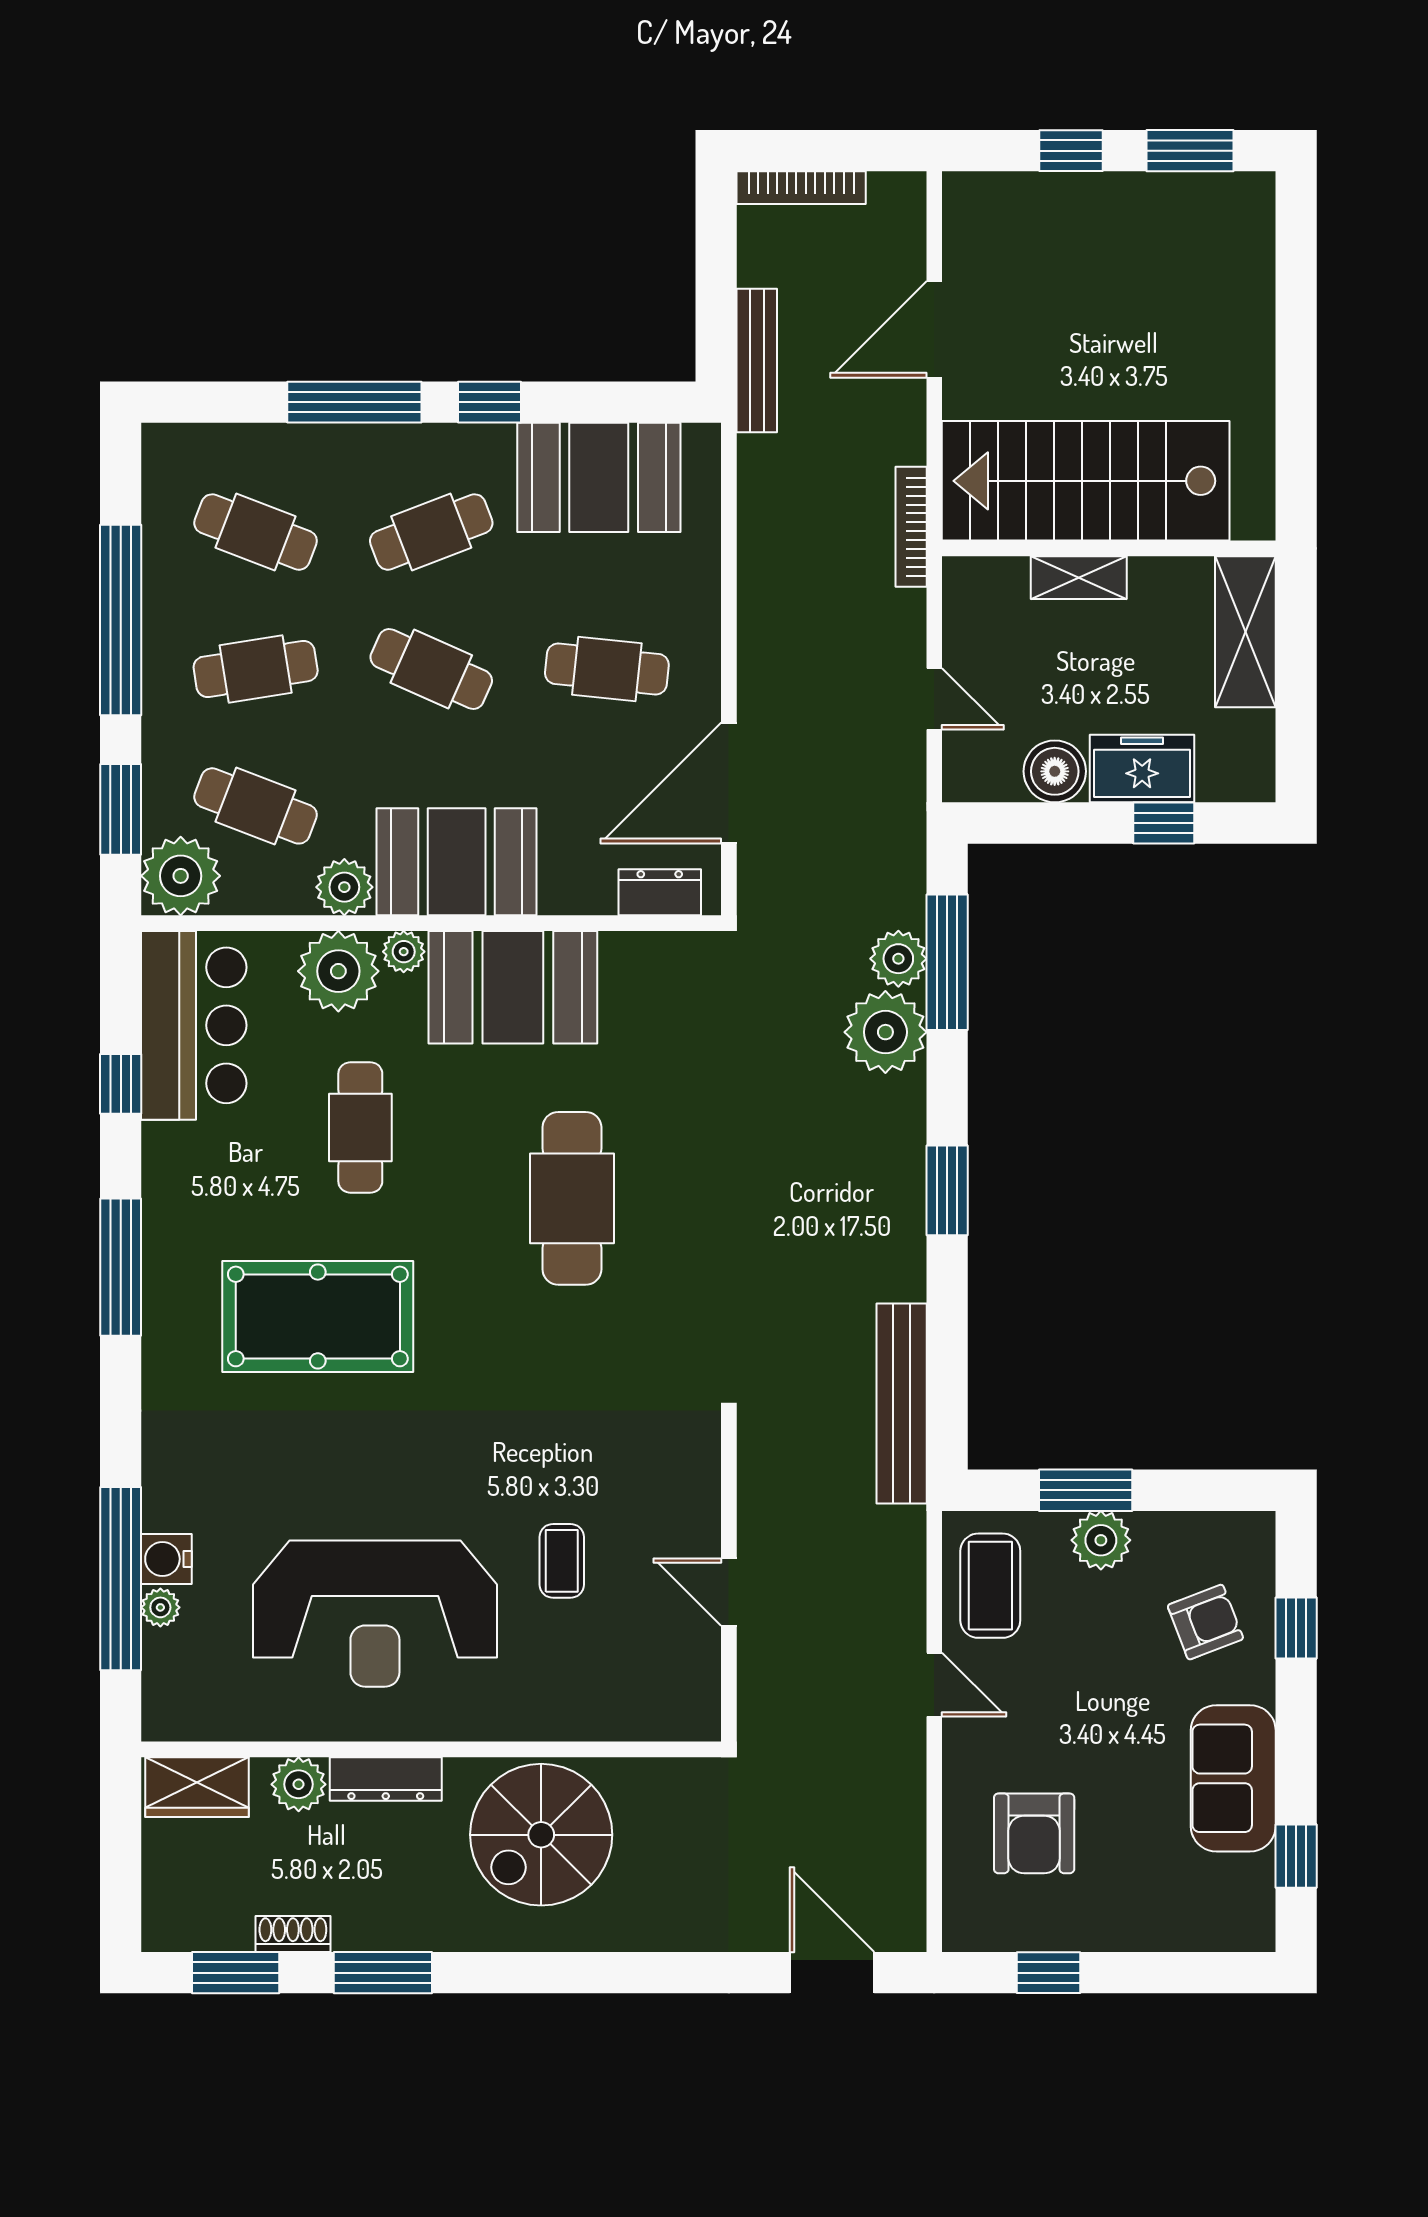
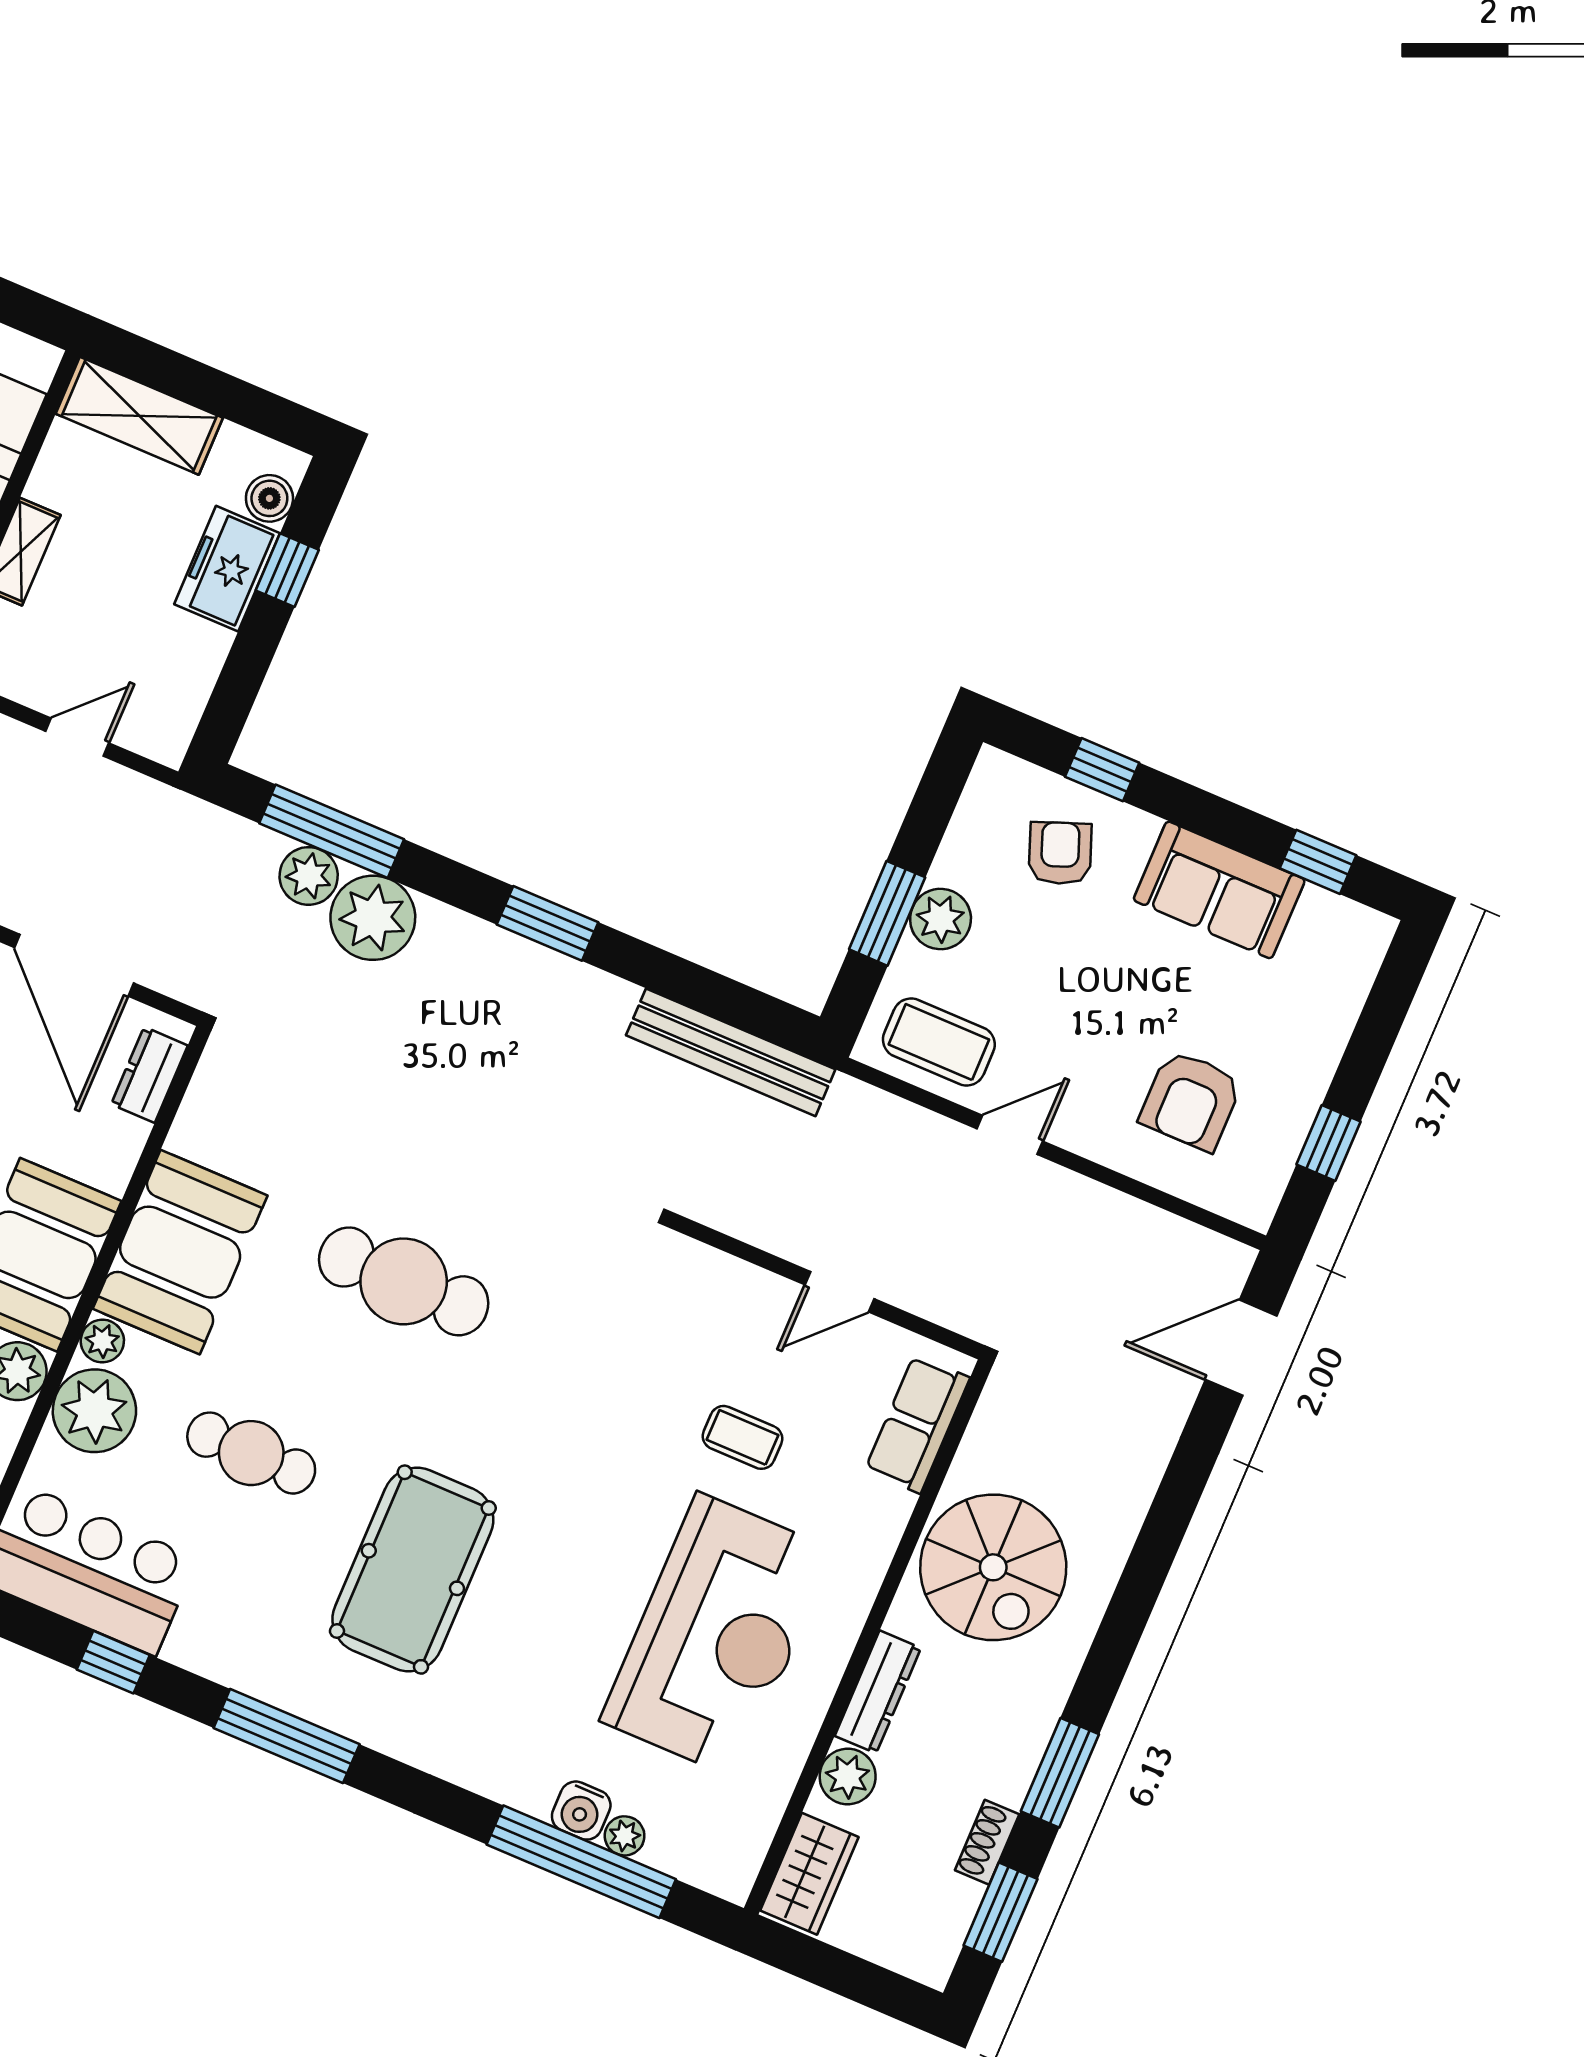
boiler: (1055, 771) -> (269, 498), moved, width x0.73, depth x0.73
row of seats: (640, 1712) -> (917, 1424), added
armchair: (1034, 1833) -> (1191, 1100), turned 90

